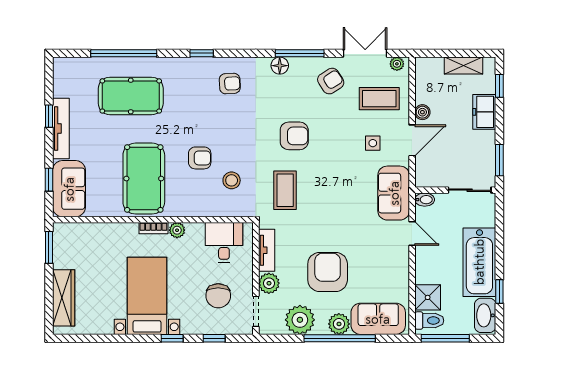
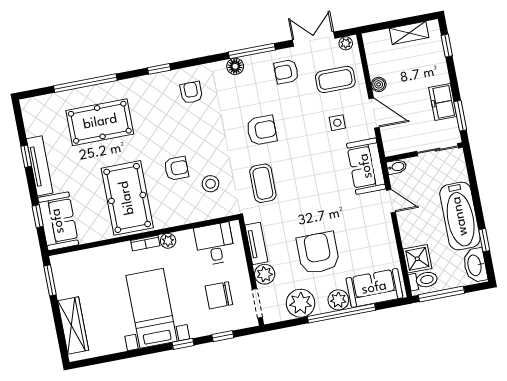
armchair: (331, 81) -> (286, 72), turned -147
armchair: (230, 84) -> (191, 92), turned -87
freezer: (484, 112) -> (443, 102), moved
door: (412, 140) -> (374, 113), hinge flipped
chair: (218, 296) -> (219, 295), turned 90

